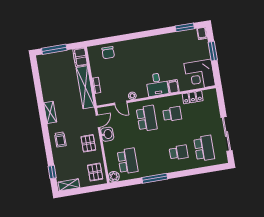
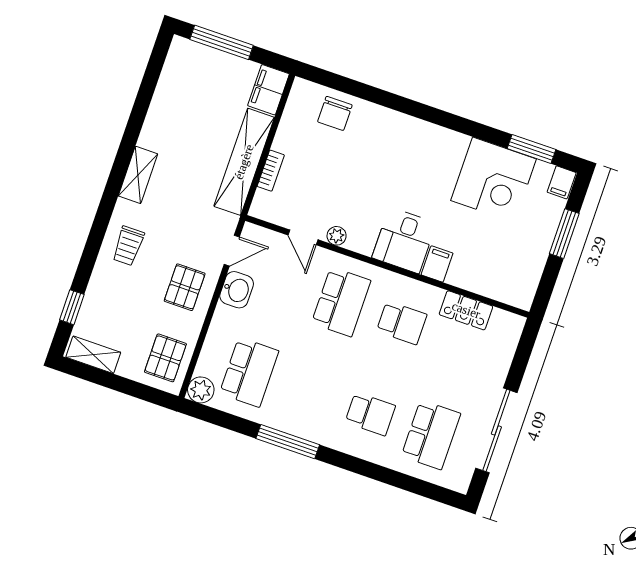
corner desk: (200, 75) -> (493, 180), moved, turned -90

